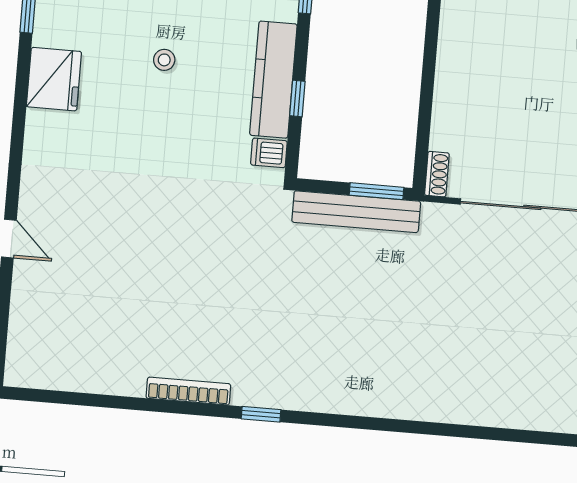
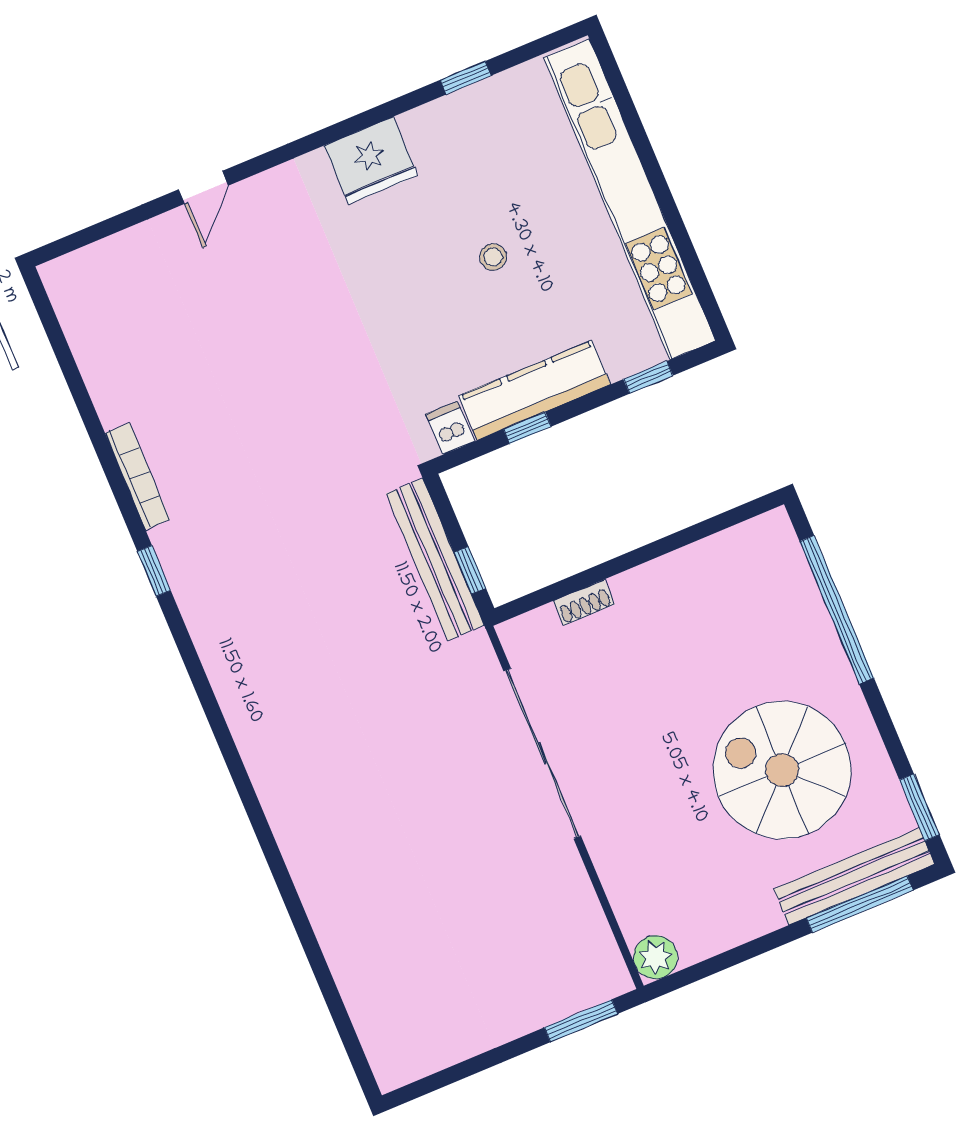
fridge: (54, 79) -> (371, 160), moved
shoe rack: (437, 174) -> (584, 603), moved
window: (377, 191) -> (470, 570), width x0.67

